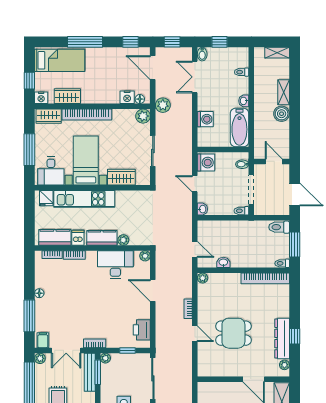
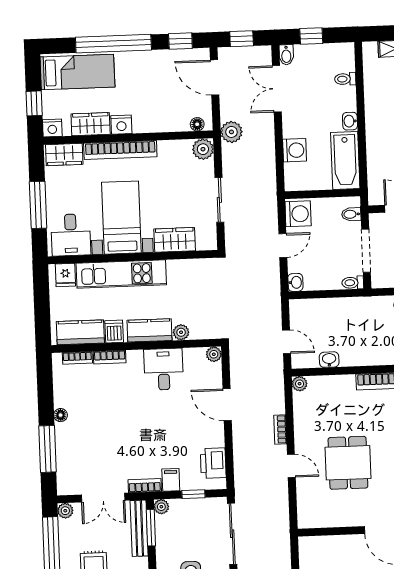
window: (85, 42) -> (113, 44), width x1.46
nightstand: (127, 97) -> (121, 125), moved
door: (195, 184) -> (283, 246), swing flipped
desk: (115, 265) -> (164, 369), width x0.73
dining table: (233, 333) -> (348, 463), turned 90
filing cabinet: (43, 340) -> (171, 480), moved

